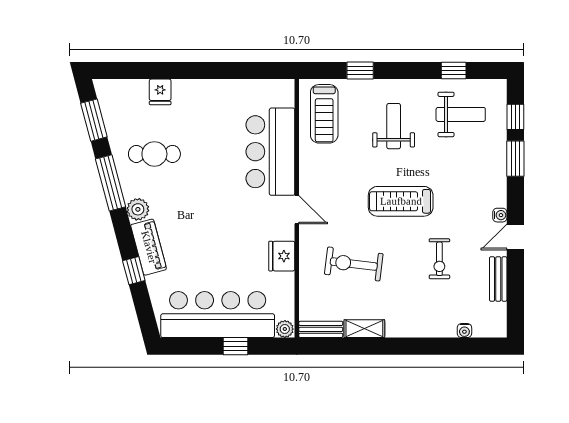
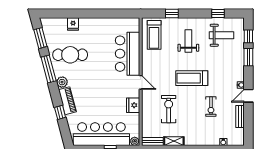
cafe table: (154, 154) -> (70, 55), width x1.37, depth x1.35
exercise bike: (354, 264) -> (169, 109), turned 83

